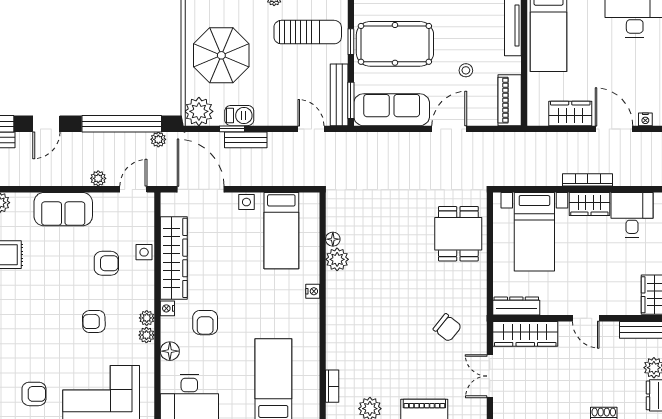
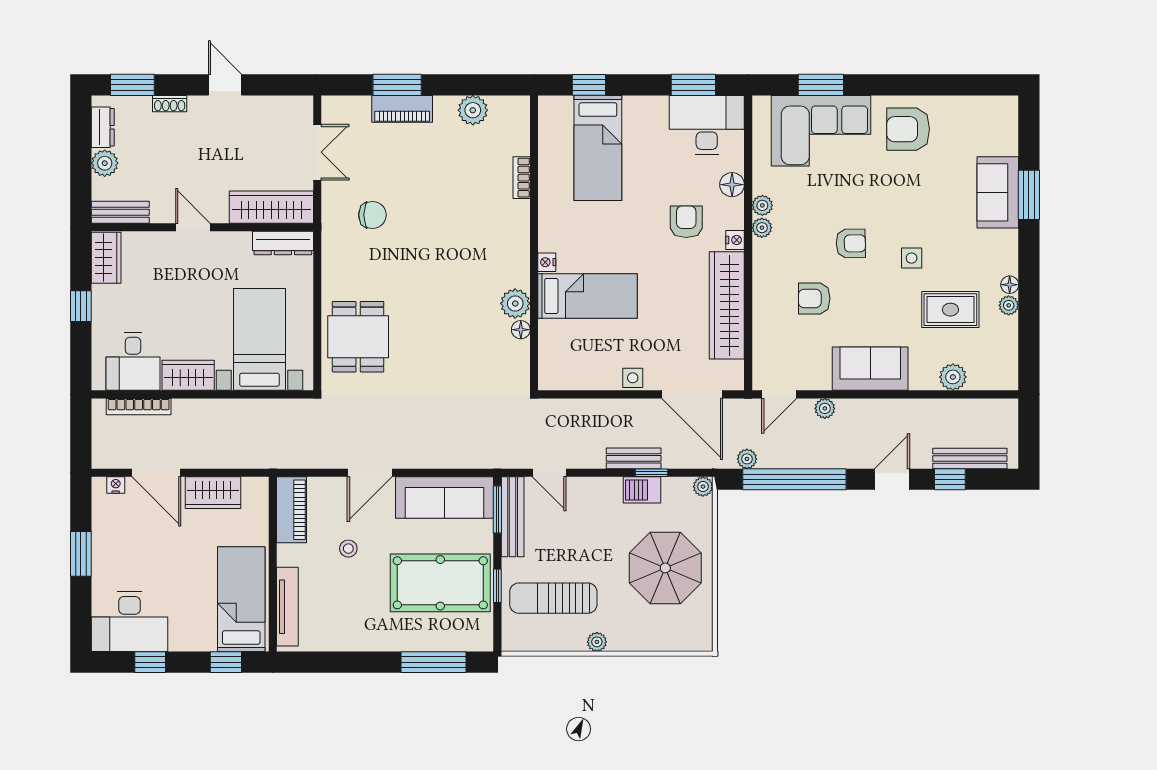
plant: (199, 111) -> (703, 487), width x0.53, depth x0.53
bookcase: (588, 180) -> (139, 407), moved
bed: (281, 231) -> (588, 296), moved, turned 90
side table: (144, 252) -> (912, 258), moved
armchair: (94, 322) -> (851, 243), moved
chair: (447, 328) -> (372, 215), turned 141
bookcase: (332, 386) -> (522, 178), moved
armchair: (34, 394) -> (908, 129), width x1.38, depth x1.38

